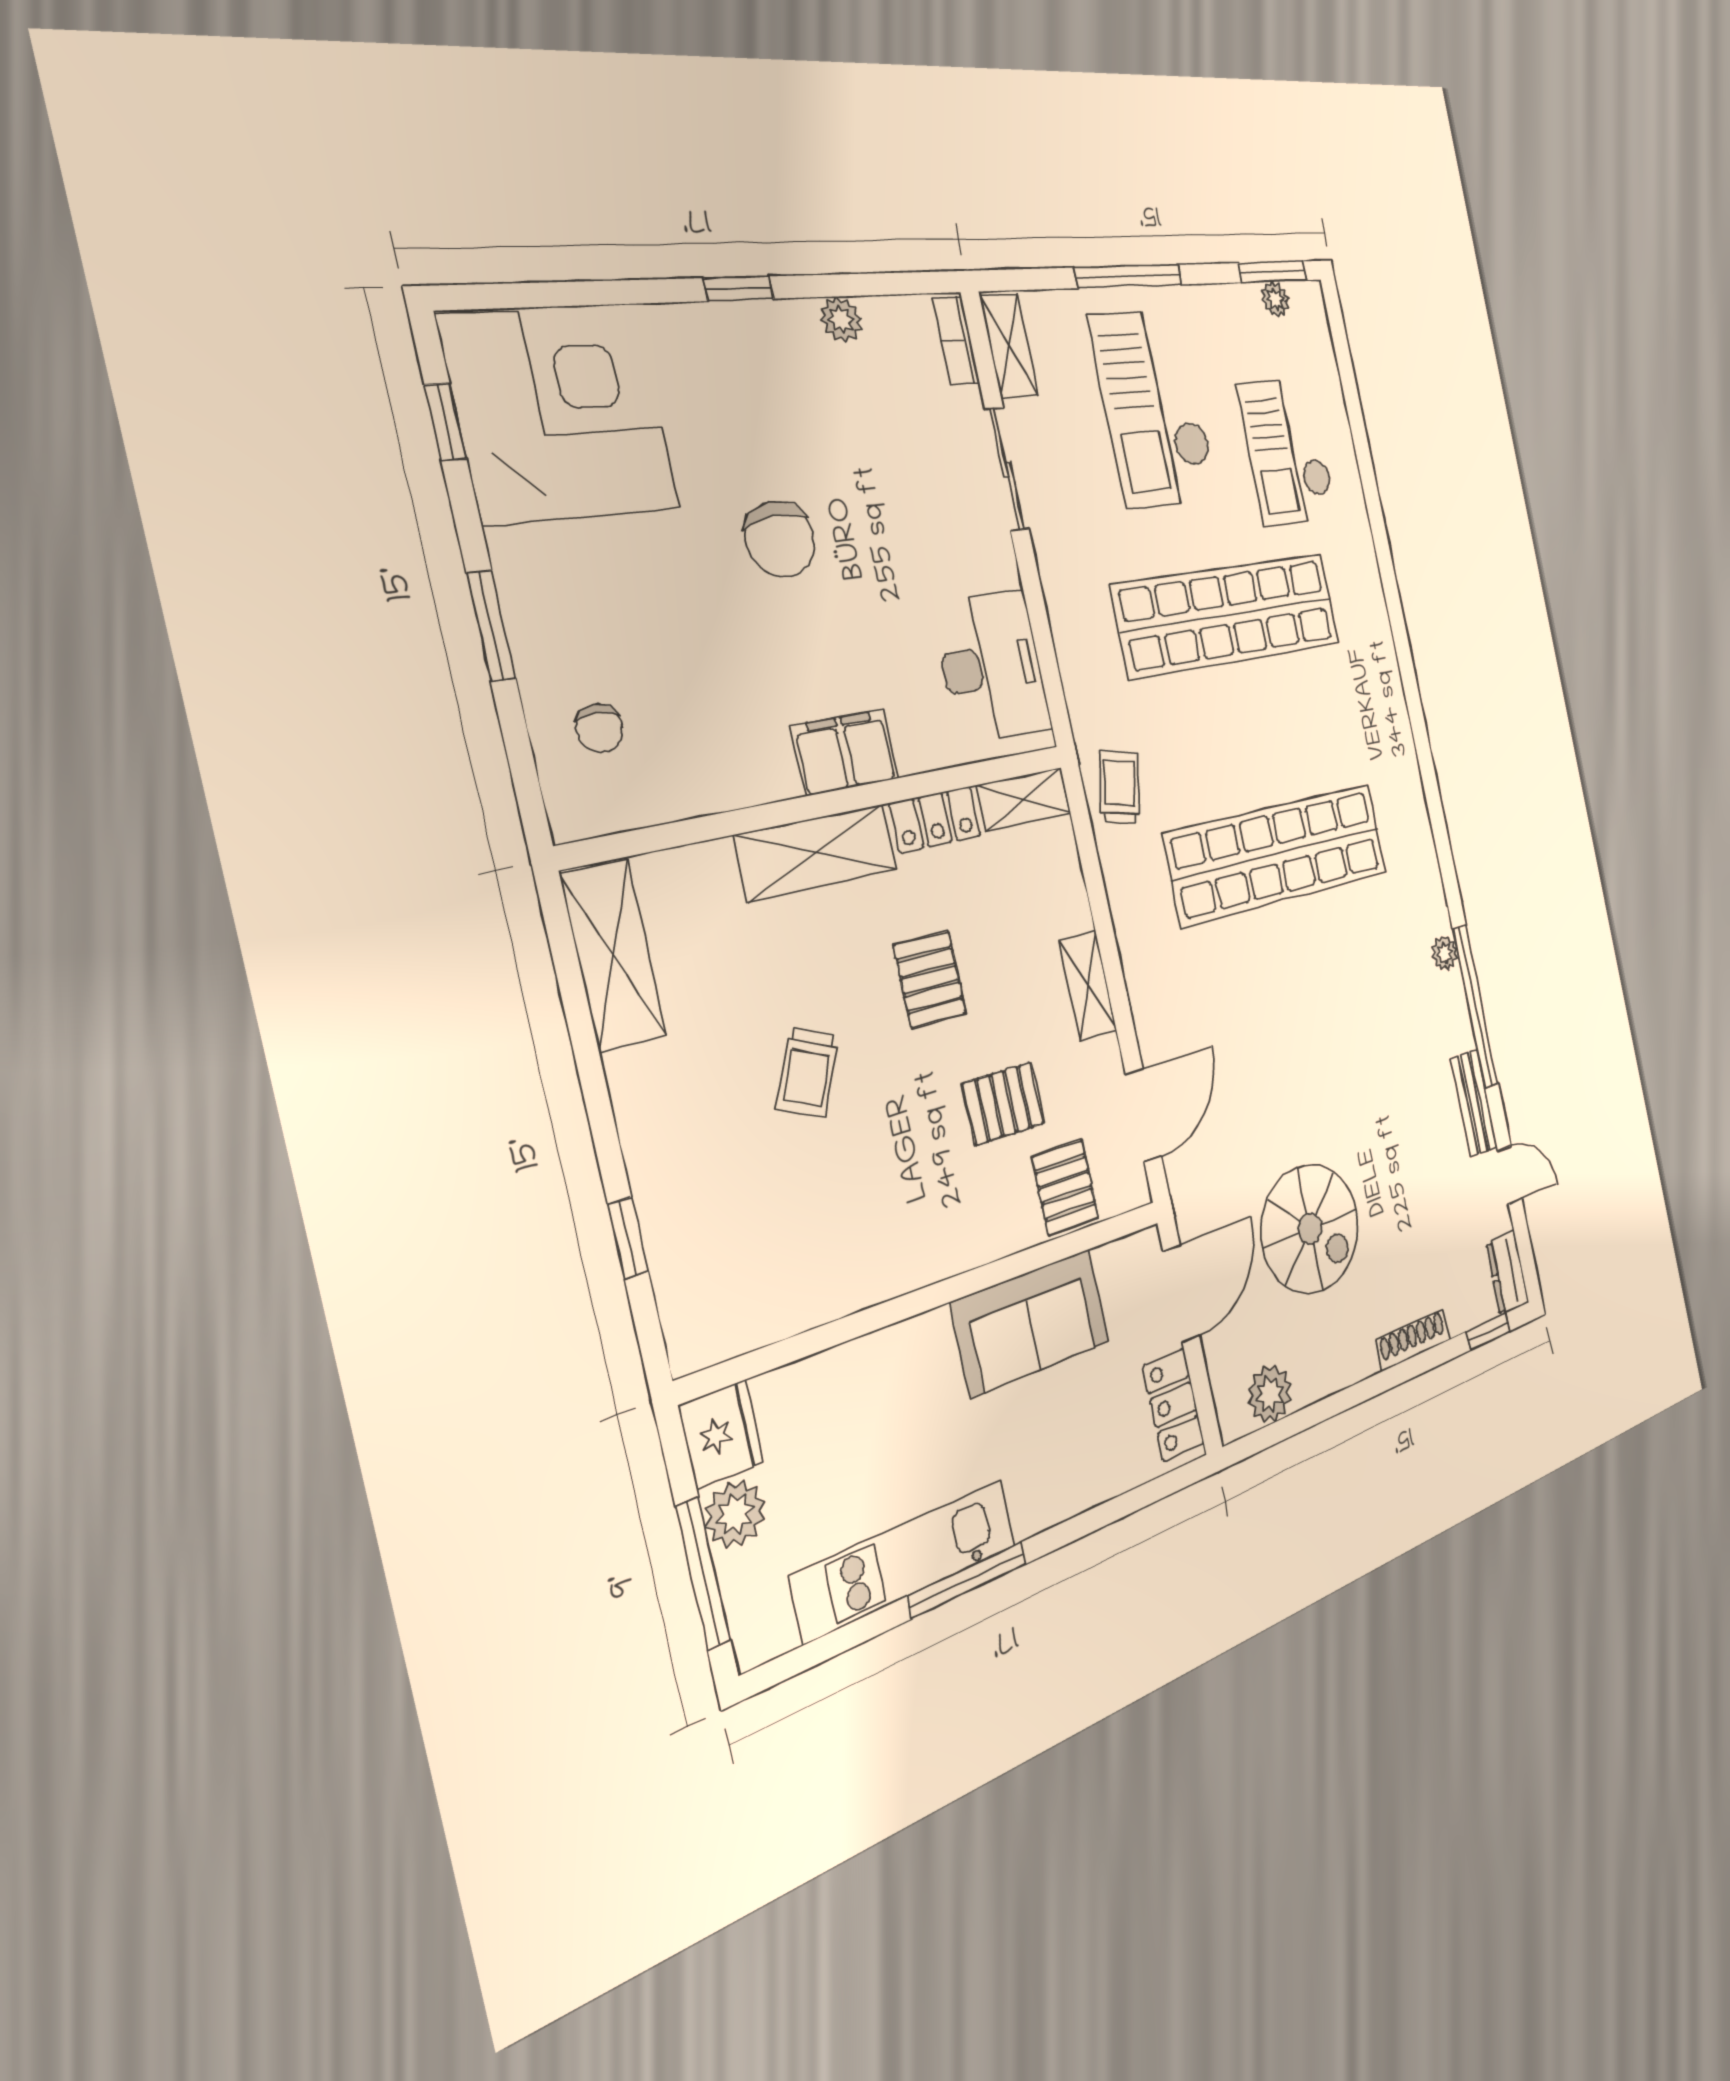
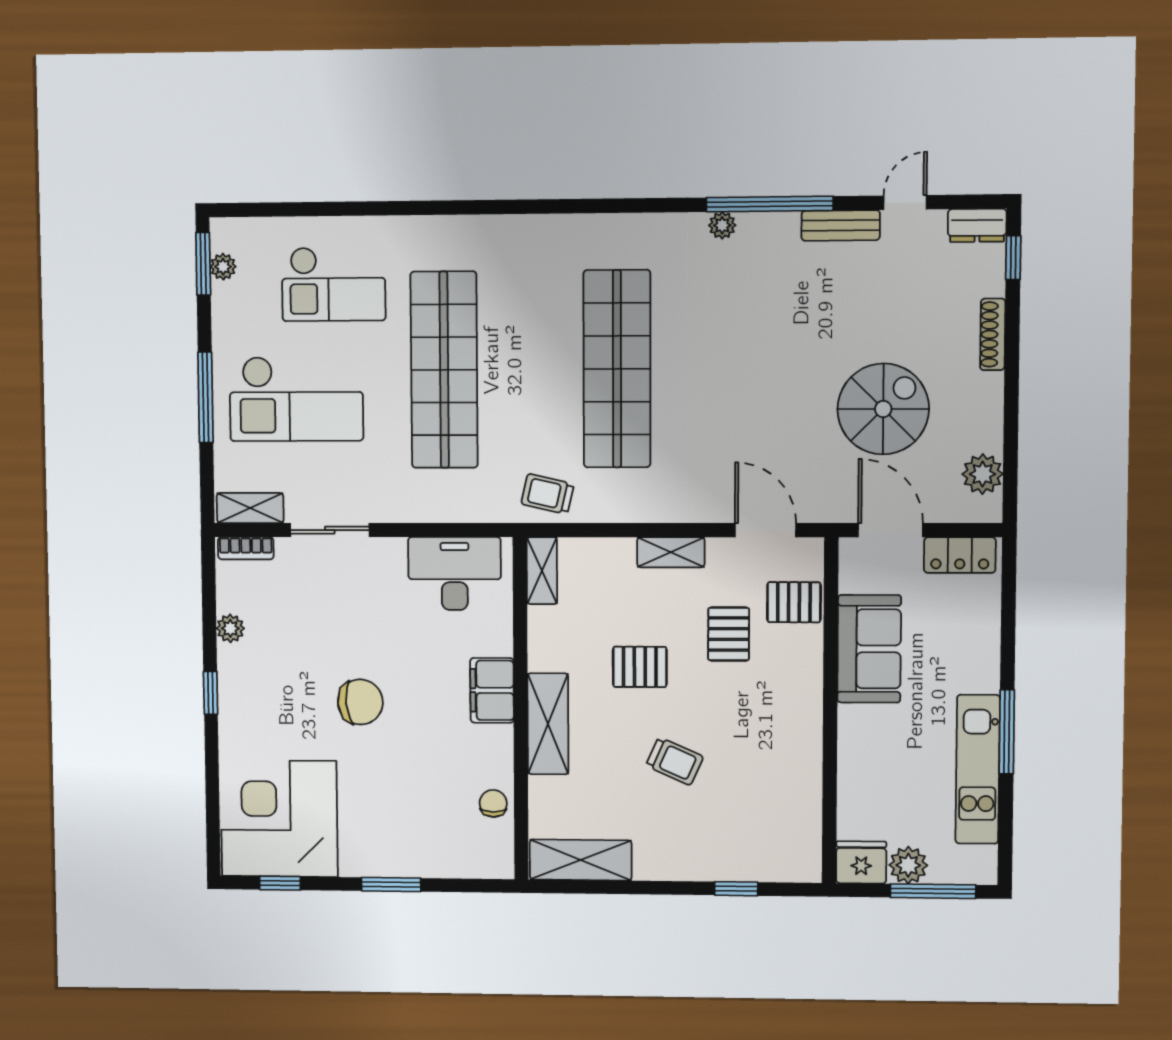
chair: (600, 728) -> (493, 803), moved, turned -90
locker: (935, 820) -> (543, 639), removed

